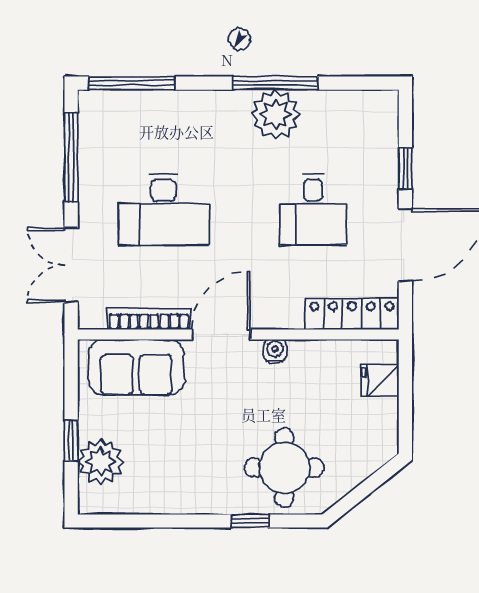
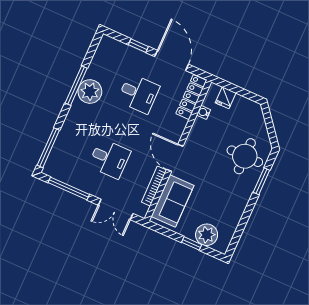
desk: (163, 210) -> (109, 159), width x0.73
water cooler: (275, 351) -> (204, 112), moved
window: (250, 521) -> (261, 181), width x1.50

